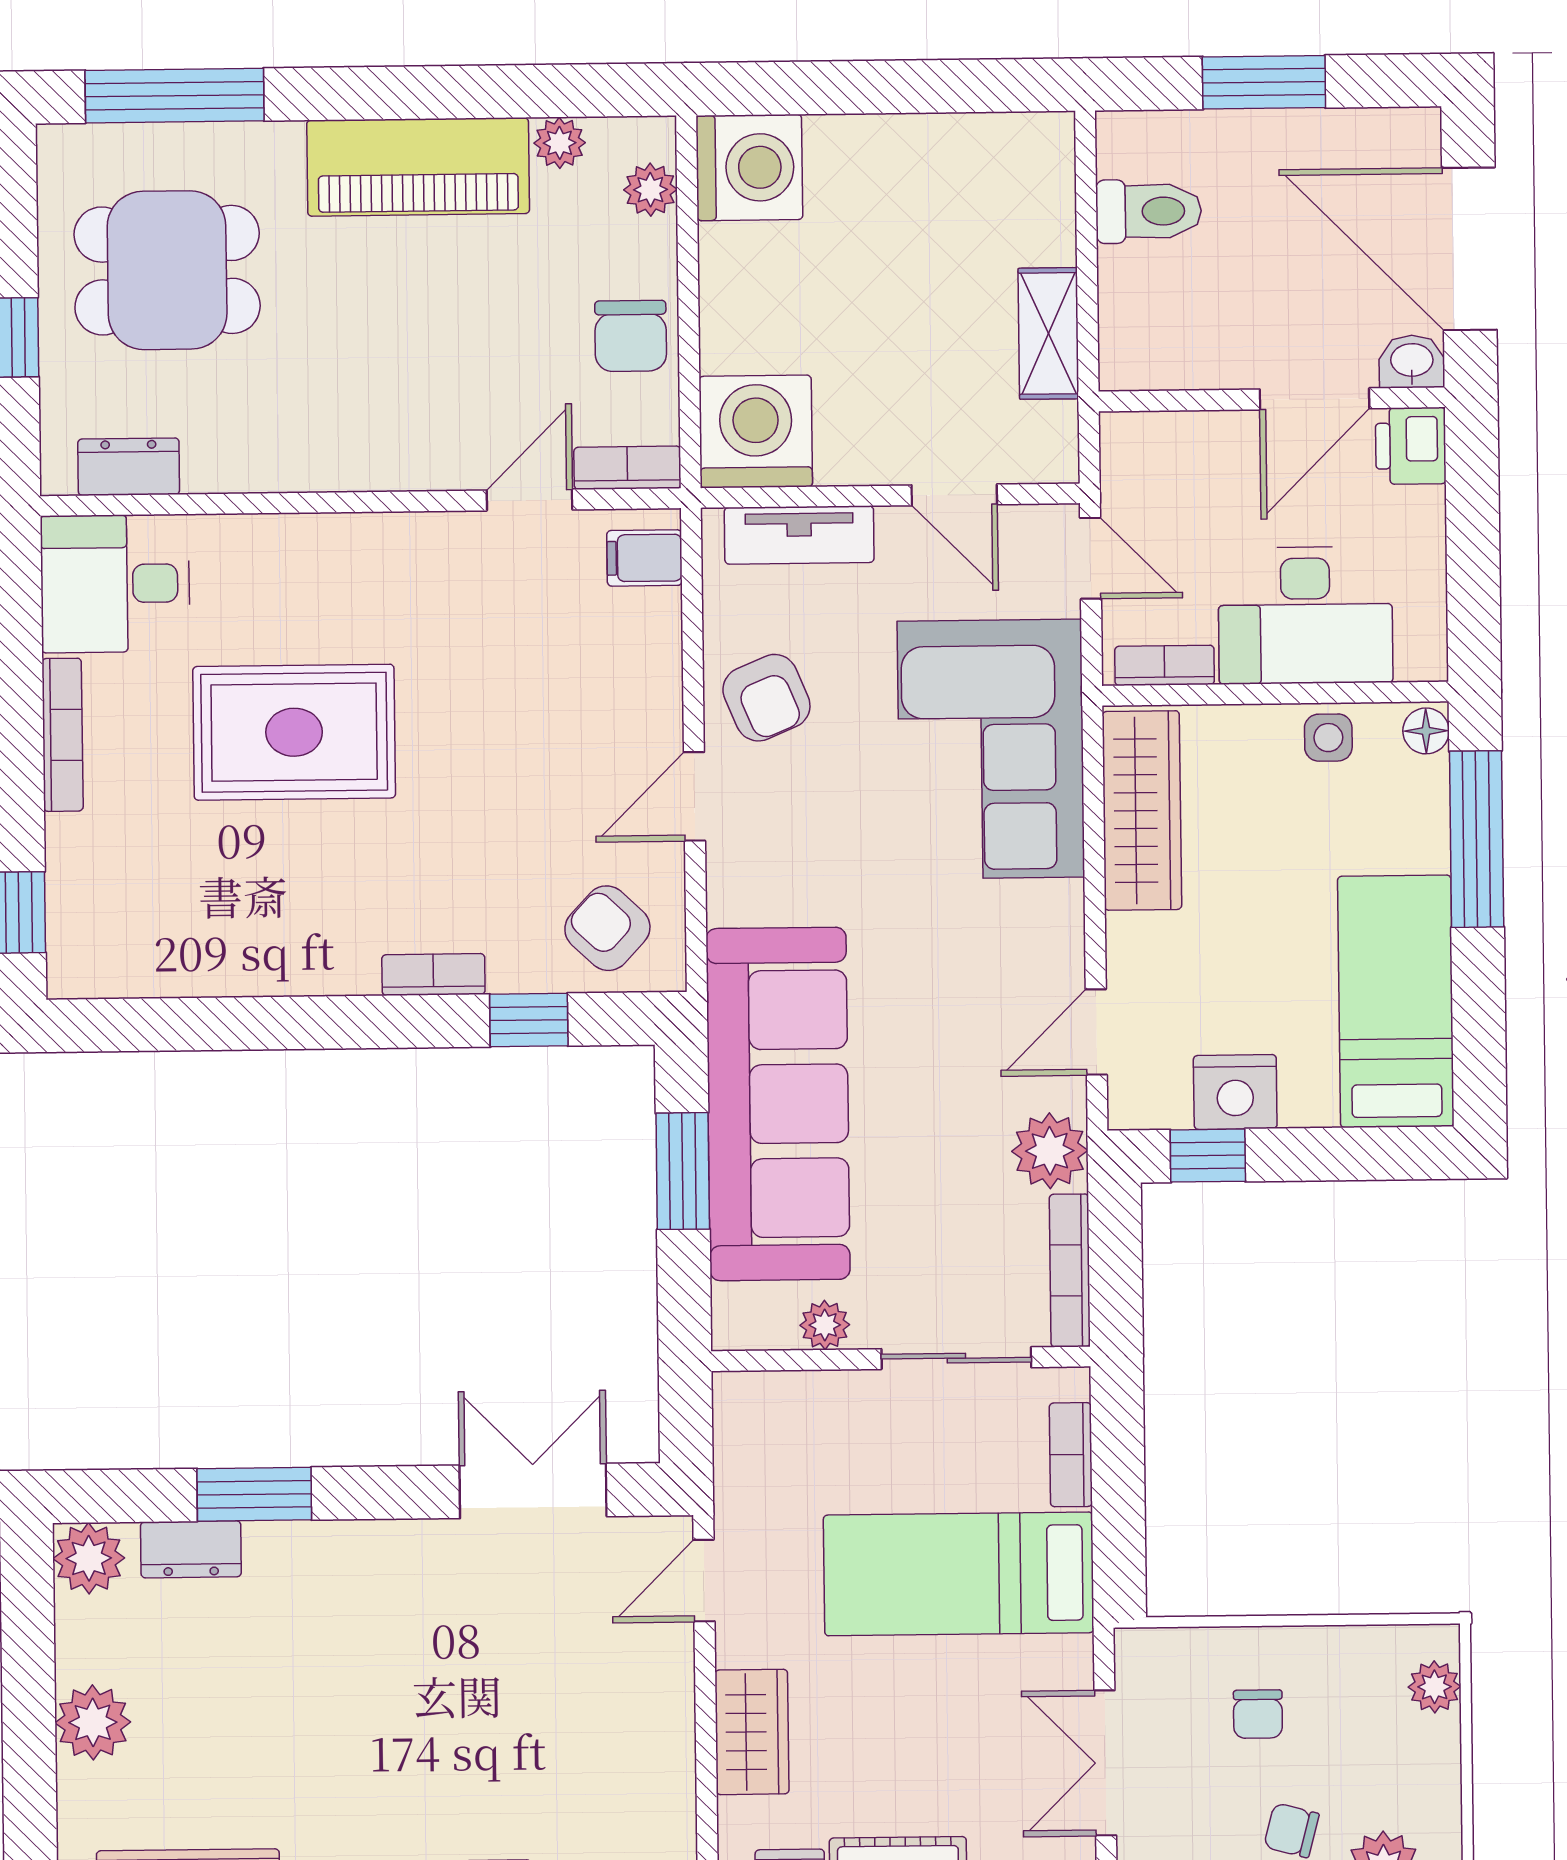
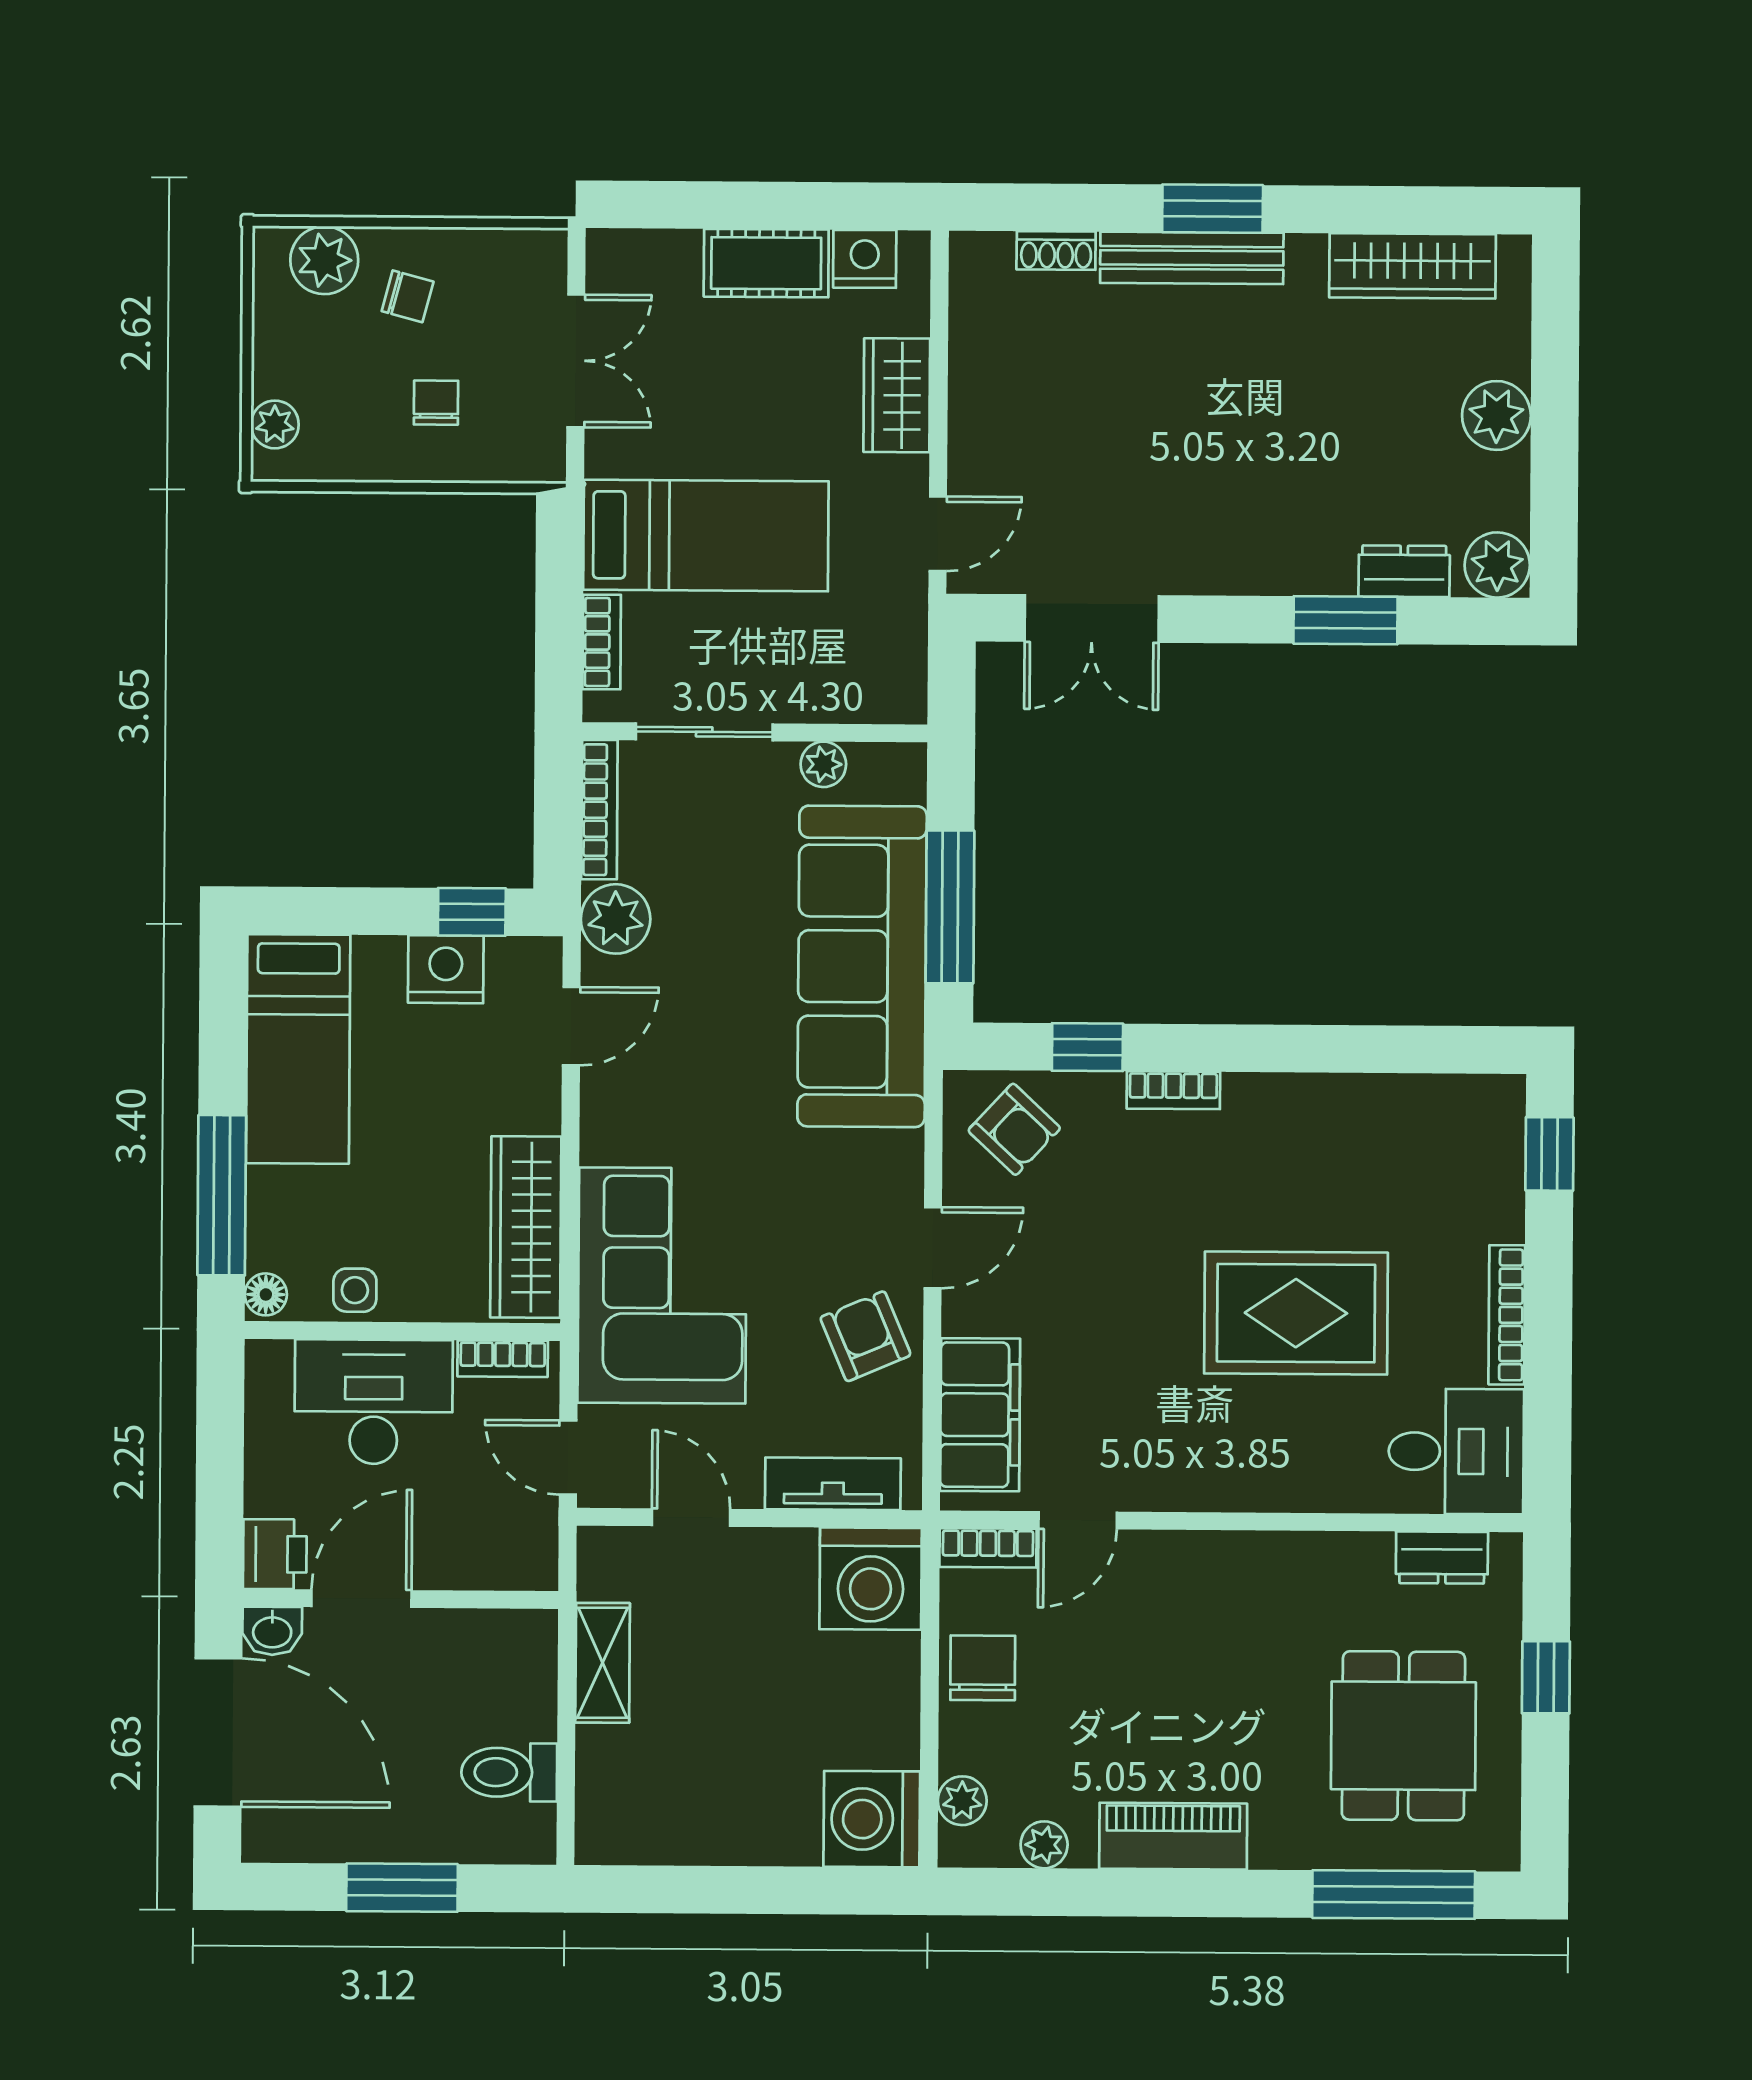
piano: (418, 167) -> (1173, 1836), width x0.73, depth x0.75
dining table: (167, 270) -> (1403, 1736), turned 90
filing cabinet: (644, 558) -> (980, 1415), width x3.00, depth x1.17
window: (683, 1171) -> (950, 907), width x1.44

